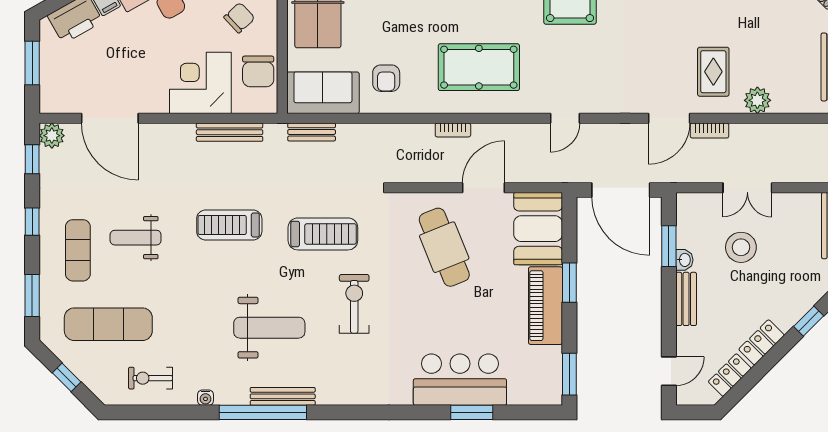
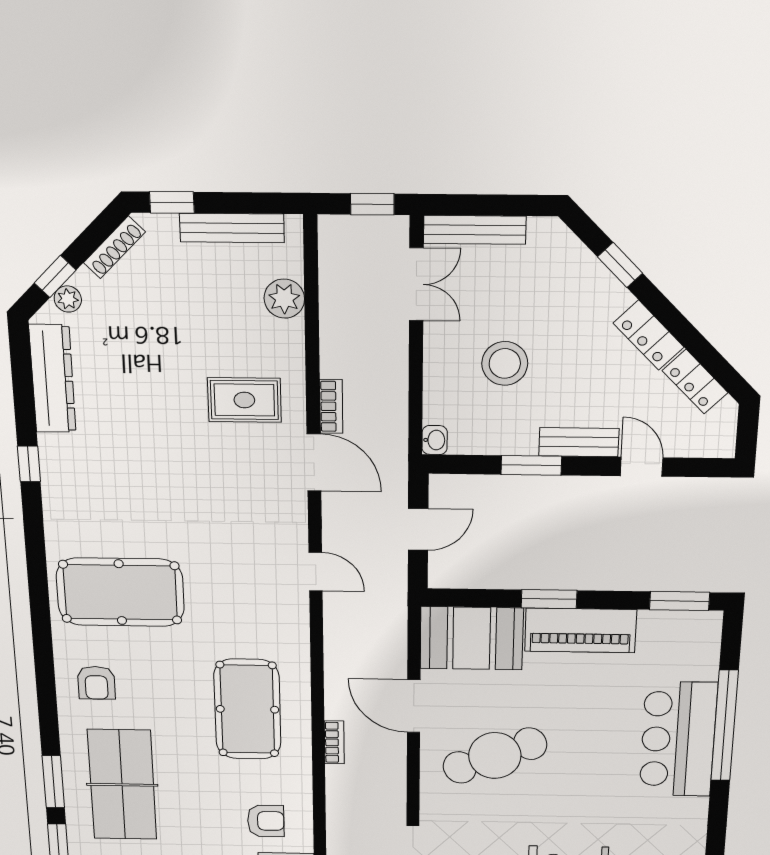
plant: (757, 100) -> (284, 299), moved
door: (565, 118) -> (316, 572), moved
double door: (747, 188) -> (416, 284), moved
door: (621, 190) -> (418, 529), width x0.53
window: (669, 246) -> (531, 465), moved
washbasin: (684, 260) -> (435, 440), moved, turned 90
door: (669, 371) -> (642, 467), moved
window: (472, 412) -> (725, 726), width x2.11

